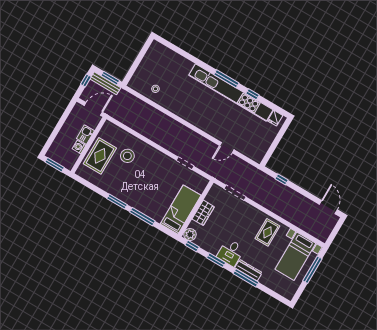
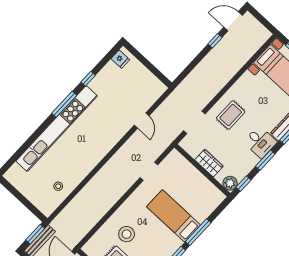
kitchen unit: (231, 92) -> (57, 129), moved
window: (282, 179) -> (215, 41), moved
bed: (181, 210) -> (174, 216), moved
rug: (267, 232) -> (231, 115), moved, turned 90

